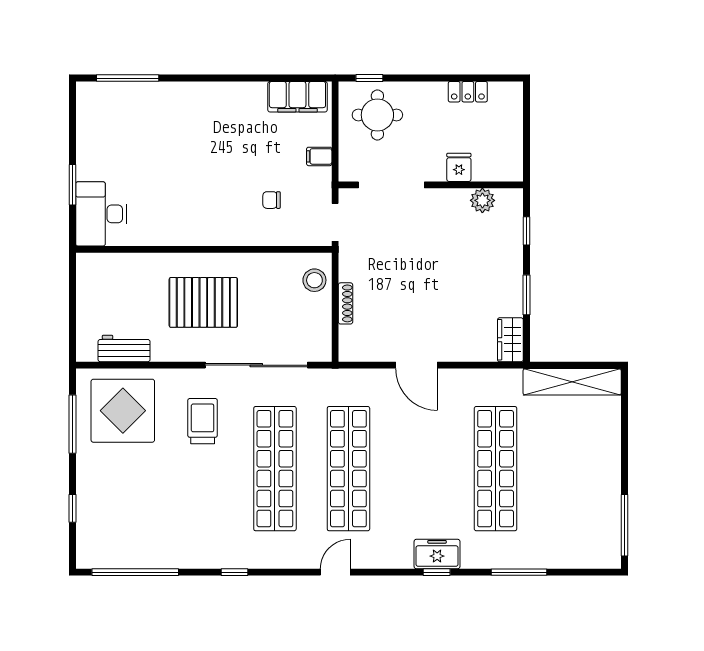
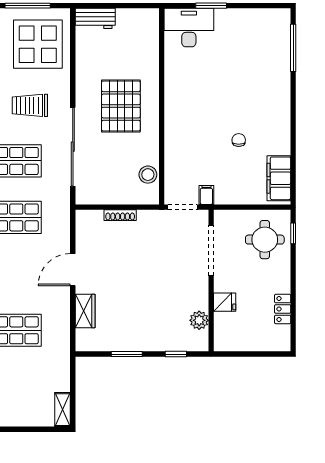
filing cabinet: (319, 156) -> (206, 195), moved
chair: (272, 200) -> (239, 140), moved
stool: (314, 280) -> (148, 175), moved
wardrobe: (510, 340) -> (85, 311), moved, turned 90
workbench: (124, 348) -> (95, 18), moved, turned 90
shelving: (572, 382) -> (63, 410), width x0.45, depth x0.75
trolley: (203, 421) -> (30, 105), turned 180

